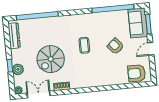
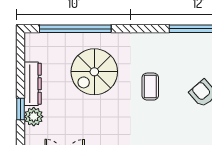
dresser: (14, 36) -> (33, 84), moved
spiral stairs: (51, 59) -> (94, 72), moved

